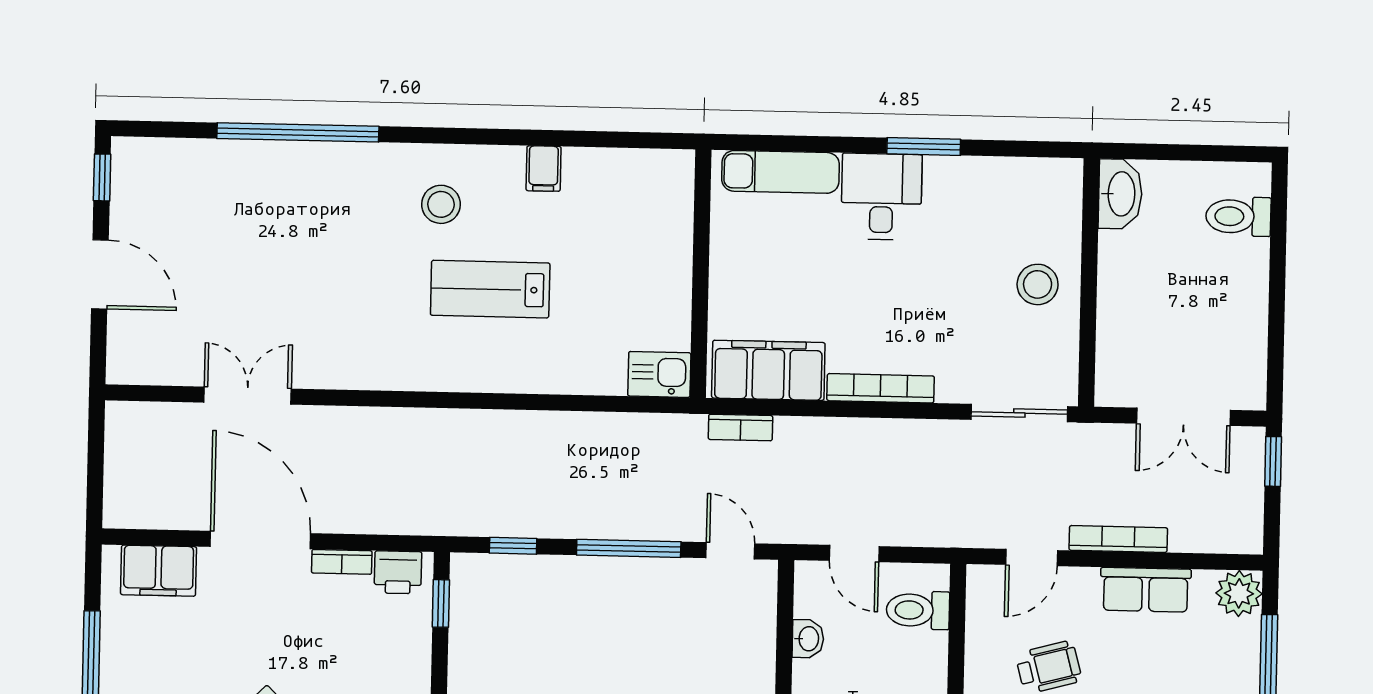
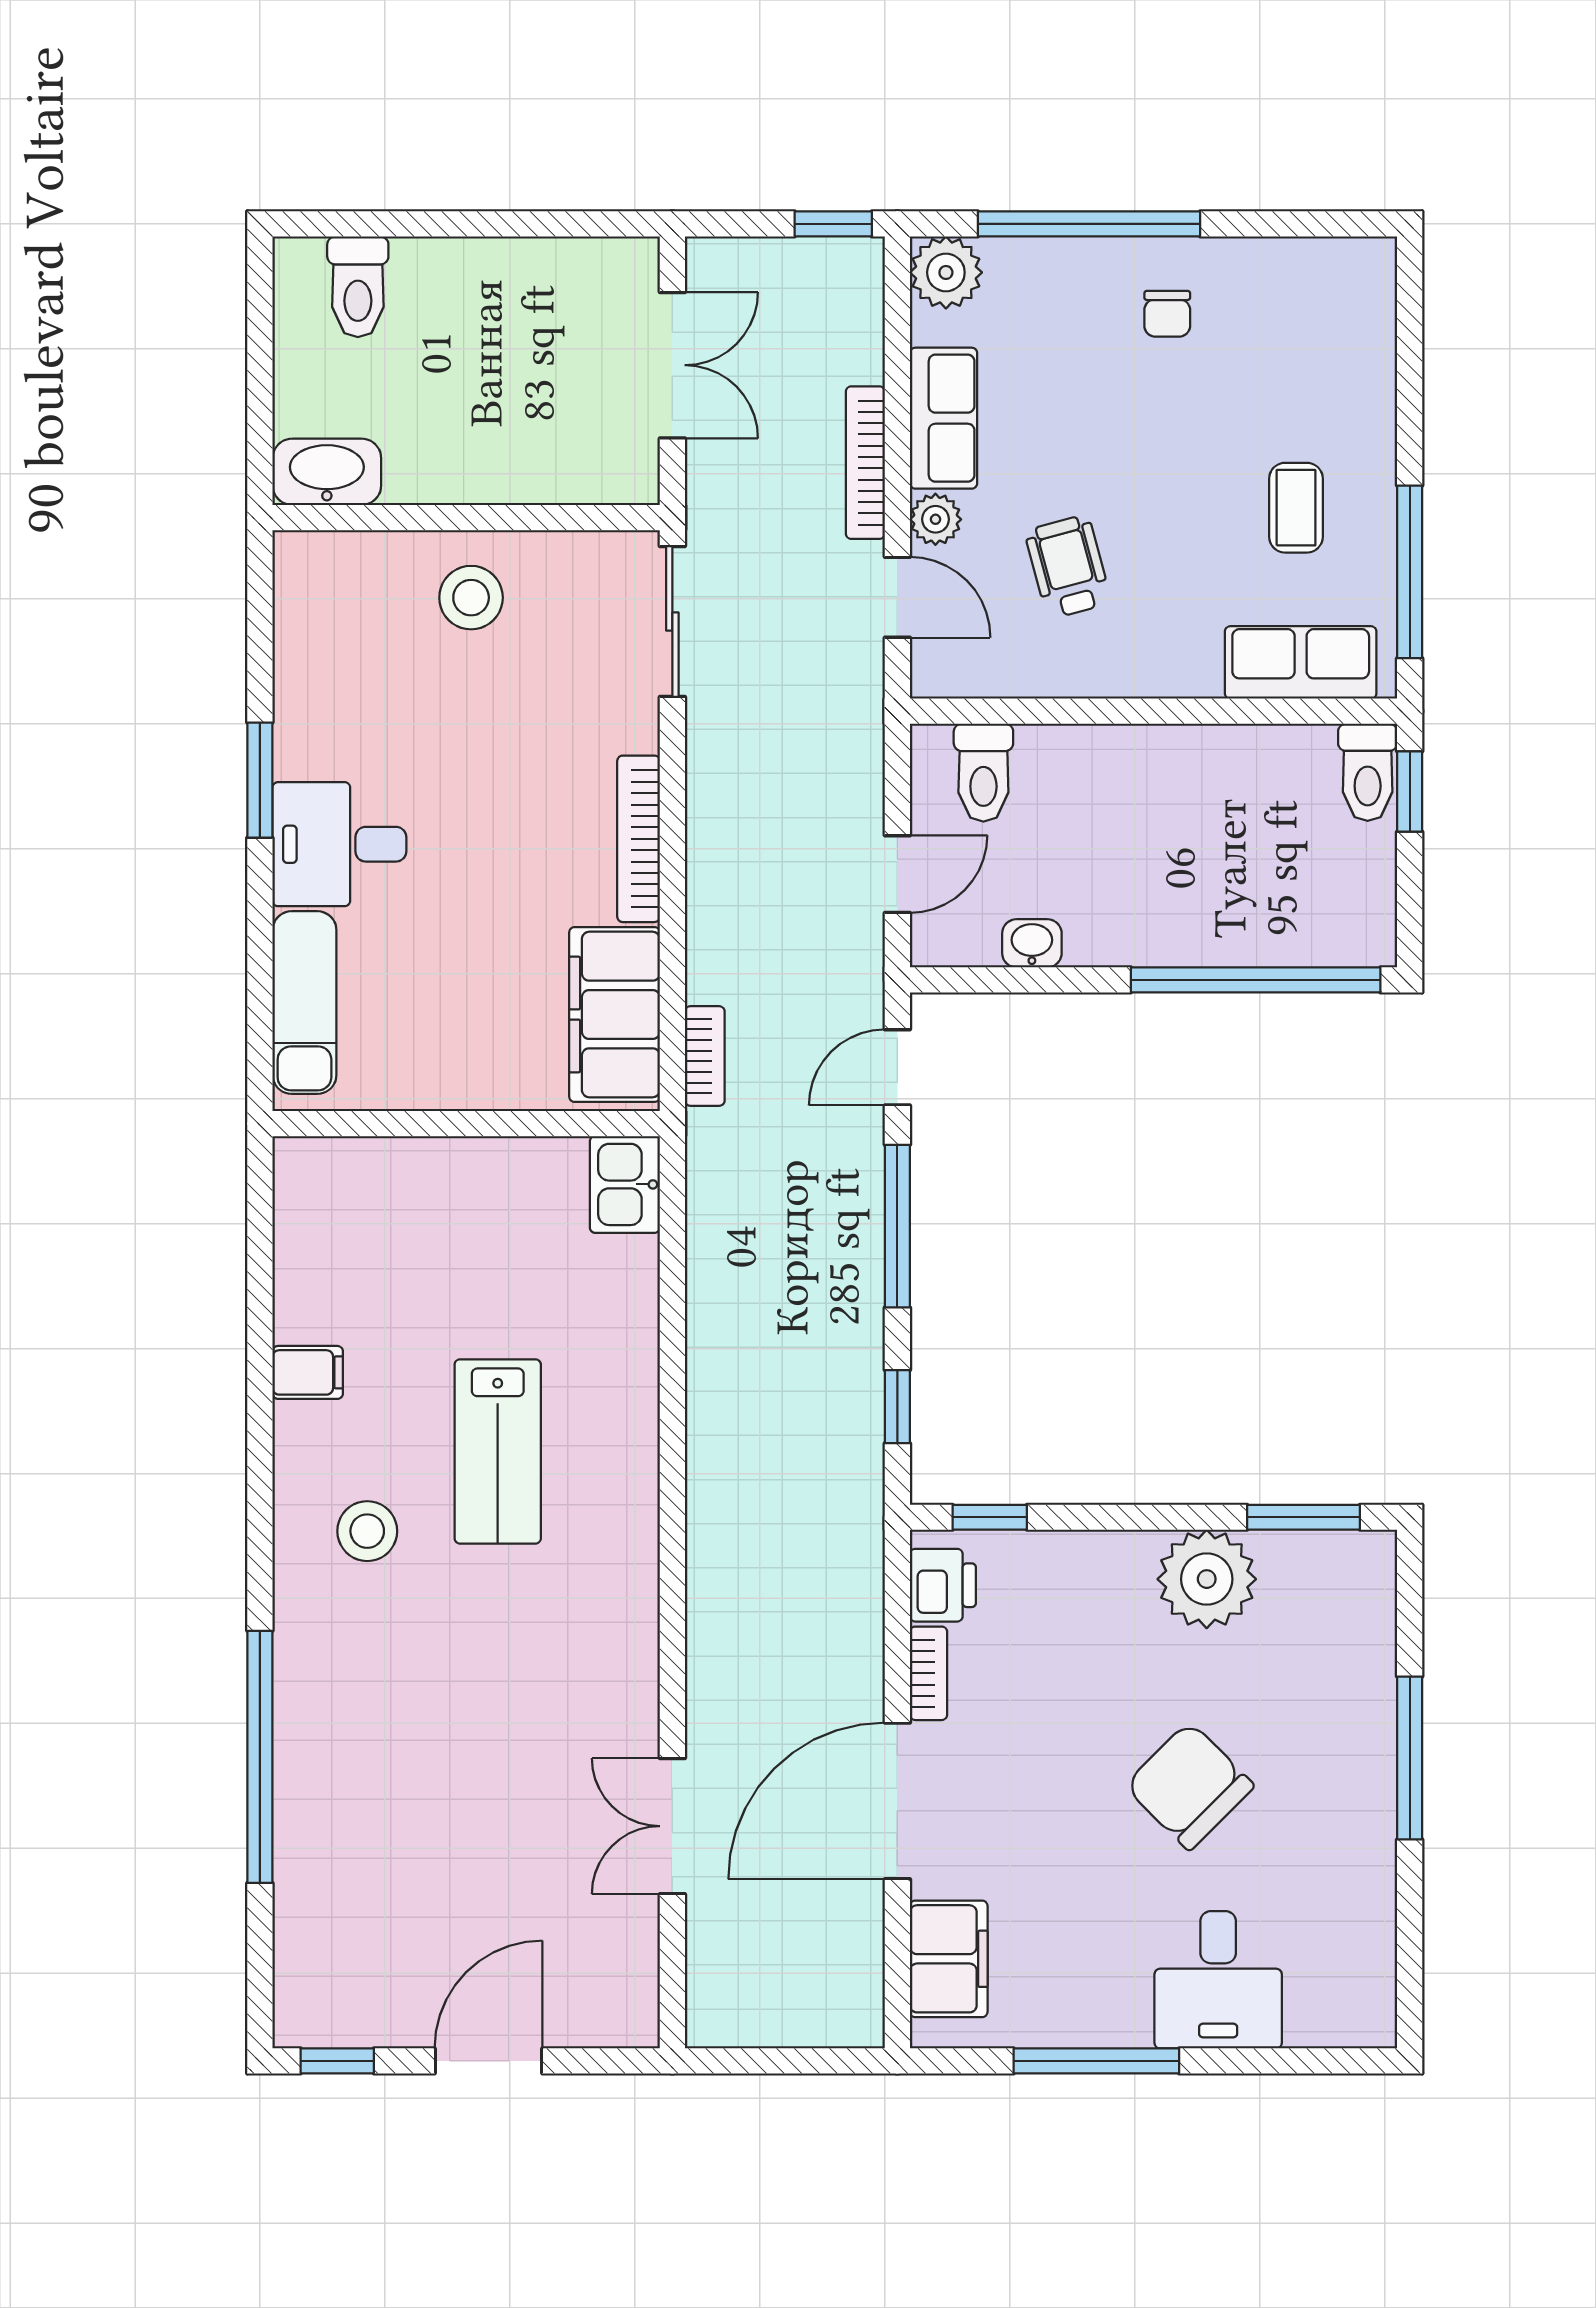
window: (1273, 461) -> (833, 224), moved
plant: (1081, 583) -> (935, 519), added

